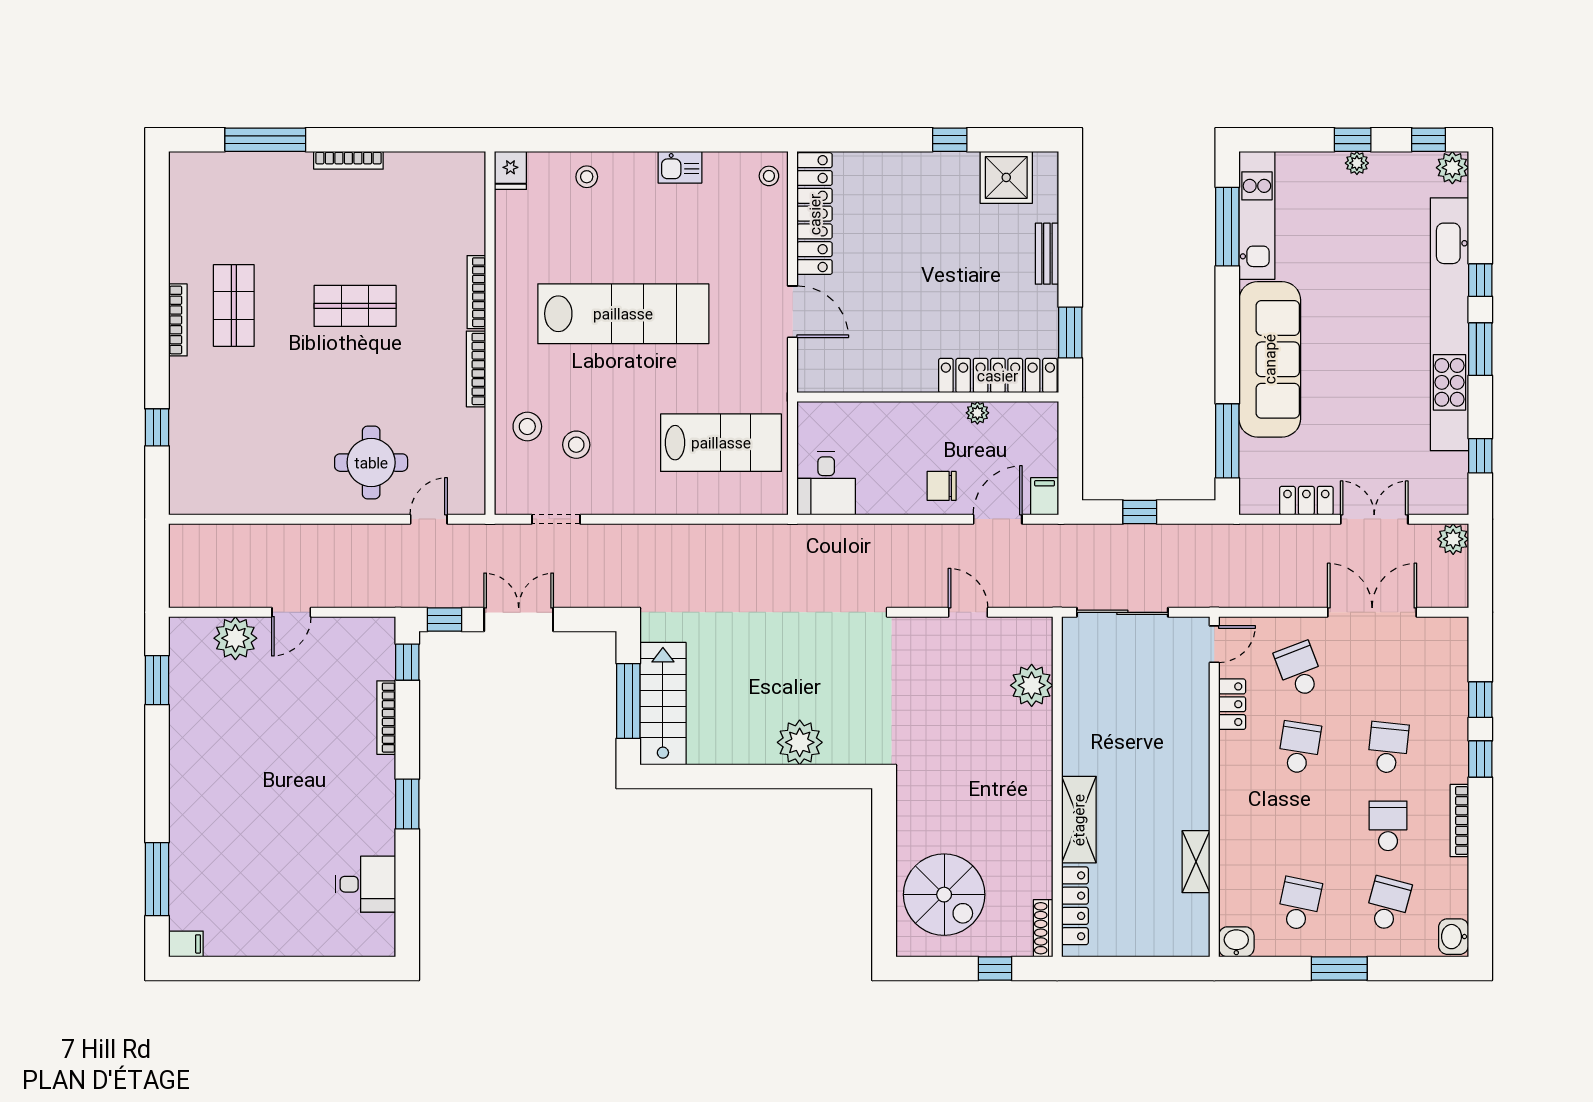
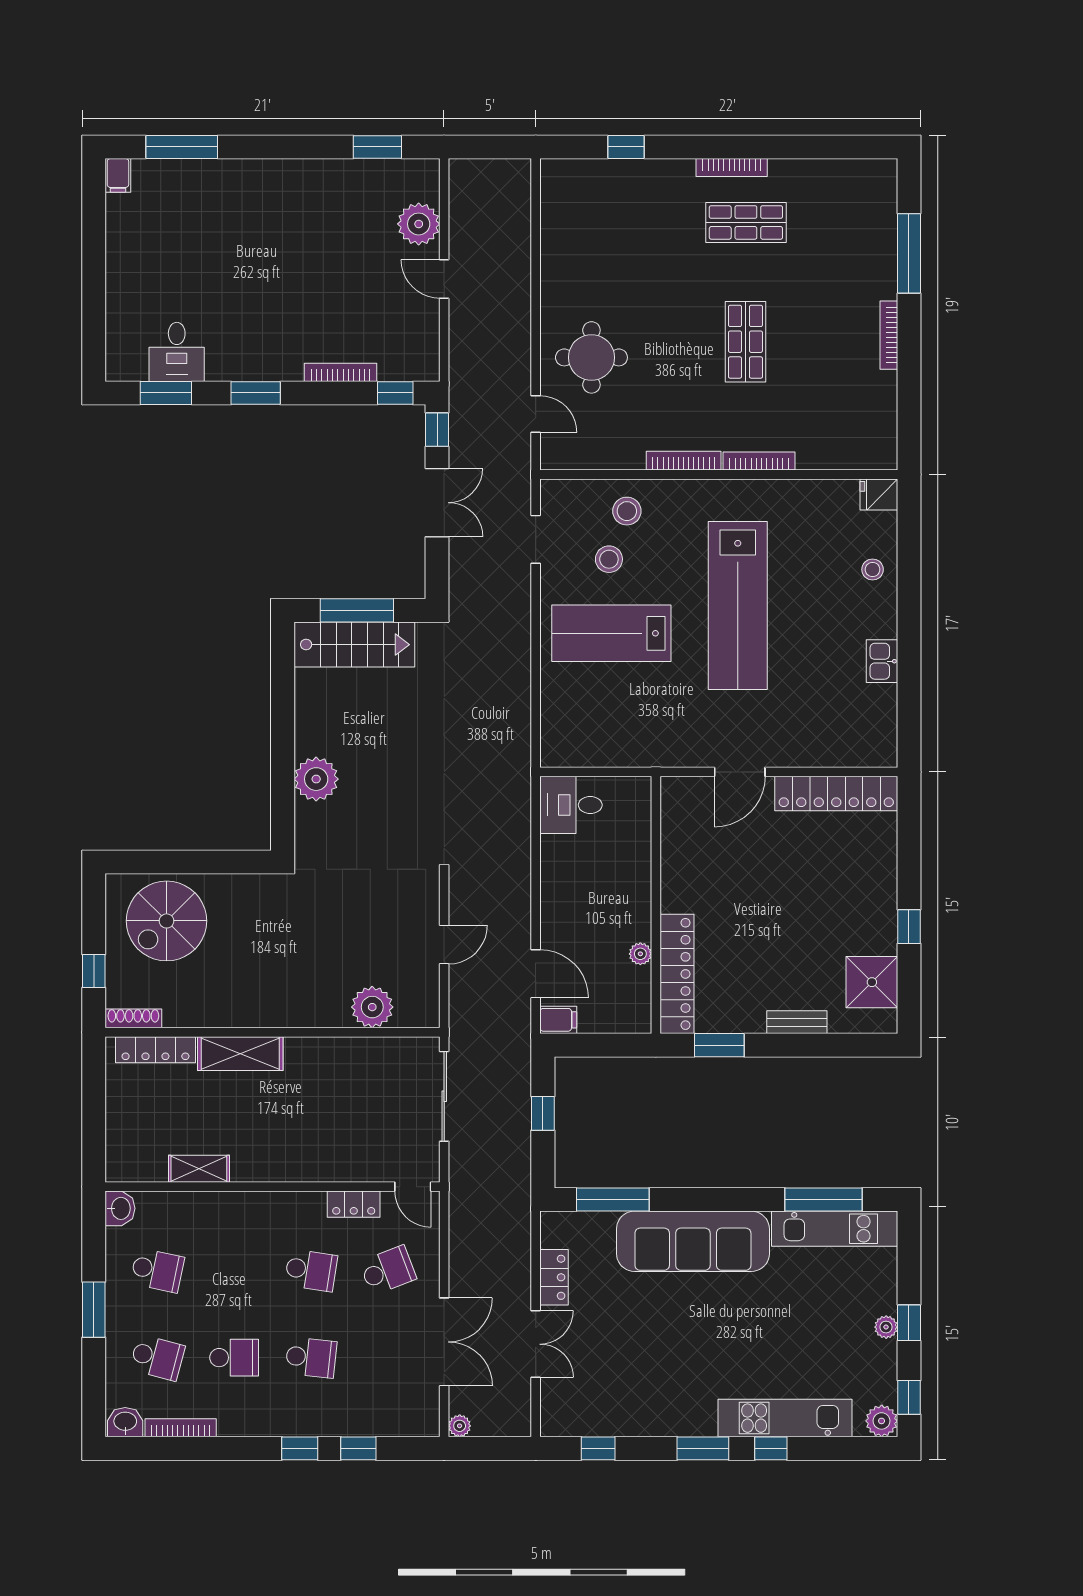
stool: (769, 176) -> (873, 749), removed
kitchen unit: (1449, 324) -> (785, 1418), width x0.54
lab bench: (721, 443) -> (611, 633), moved, turned 90
chair: (942, 486) -> (568, 919), removed
plant: (1453, 539) -> (460, 1426), moved, width x0.73, depth x0.73
bookcase: (1459, 821) -> (181, 1428), moved
window: (407, 895) -> (166, 393), added

